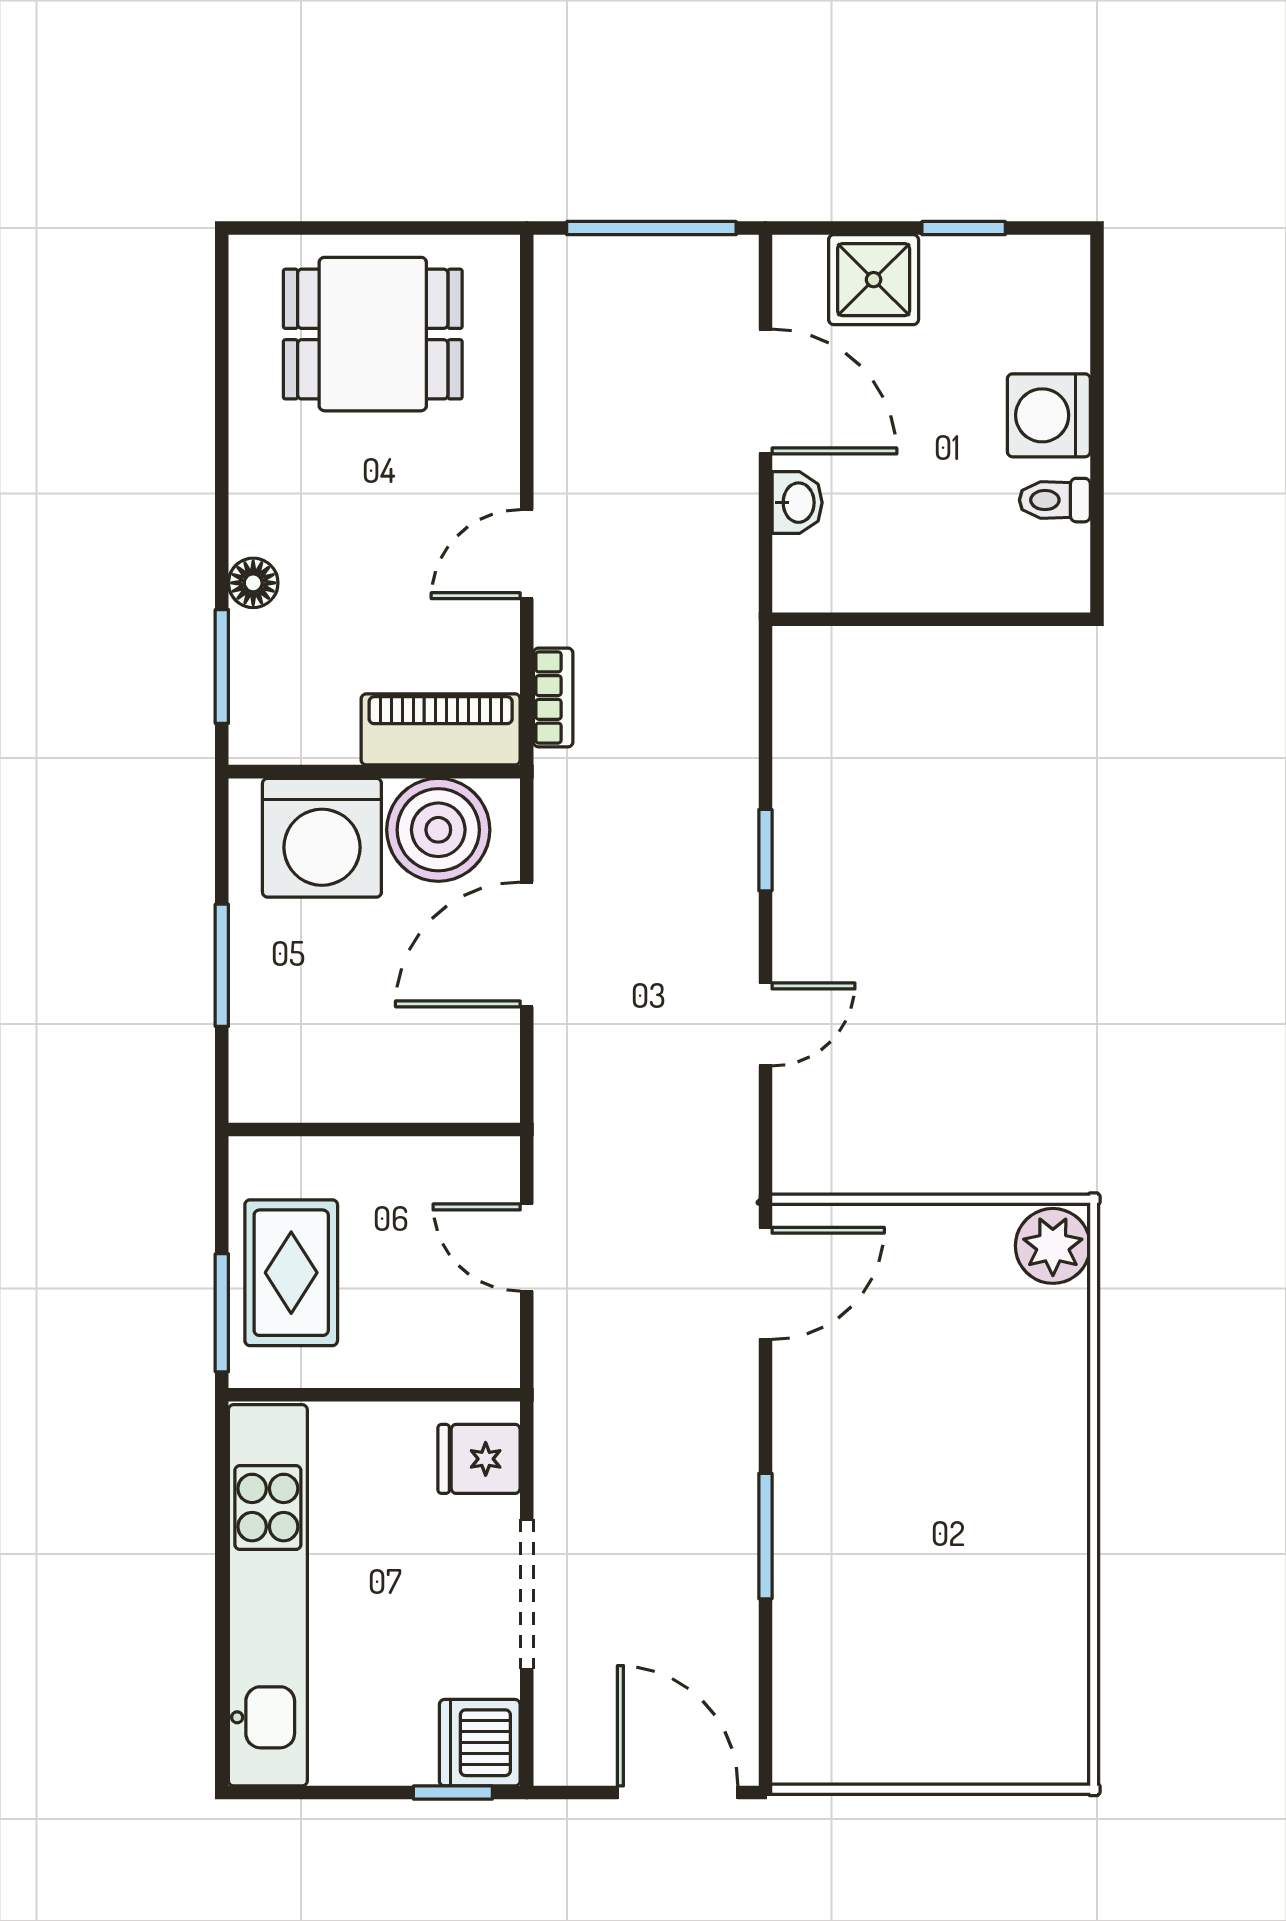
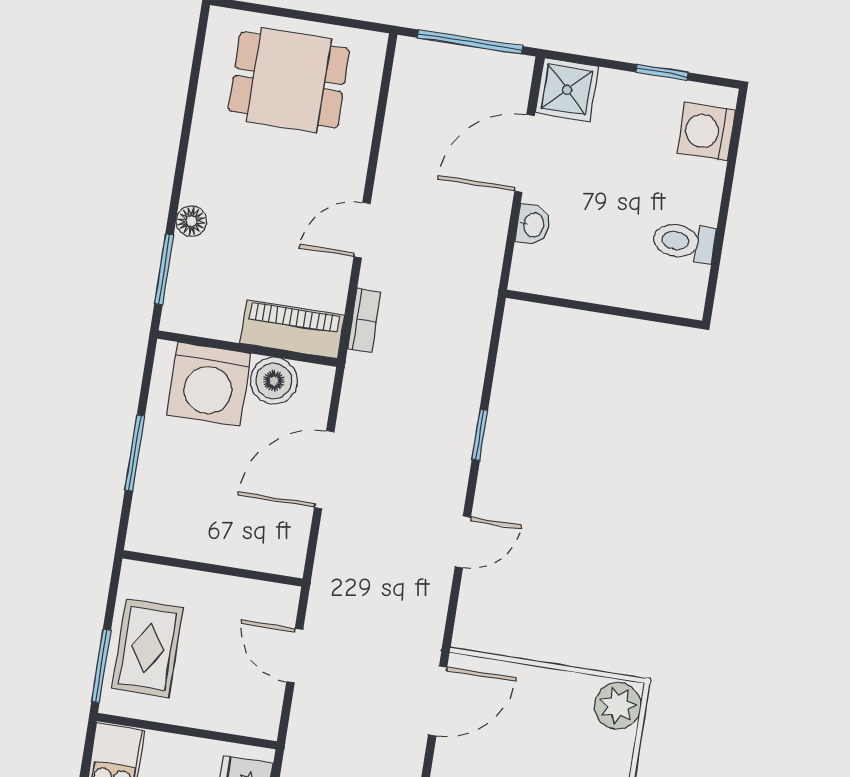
shower: (874, 280) -> (567, 90), moved
door: (765, 392) -> (524, 153), swing flipped
washing machine: (1049, 415) -> (706, 132), moved
toilet: (1055, 500) -> (684, 242), width x1.37, depth x1.39
boiler: (438, 830) -> (274, 381), width x0.73, depth x0.73

